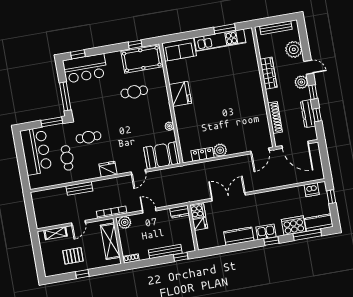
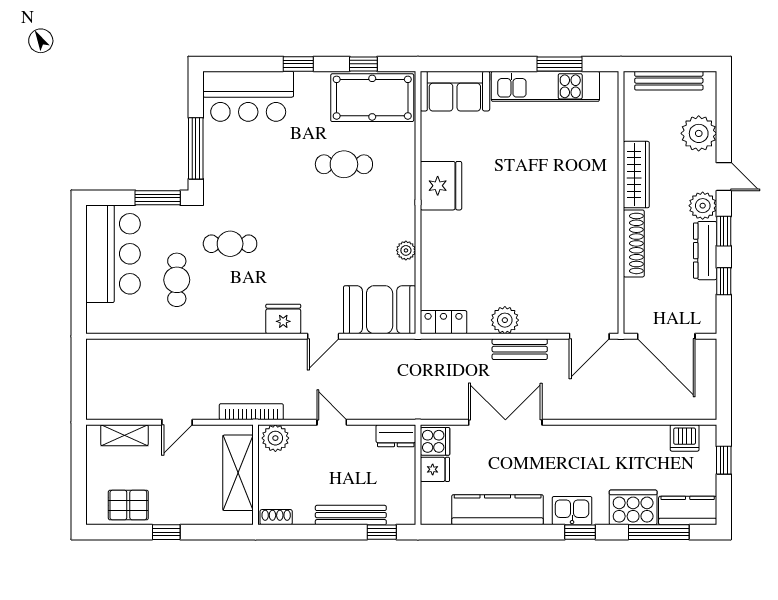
window: (78, 54) -> (298, 64), moved
dresser: (308, 114) -> (705, 251), moved
shoe rack: (275, 118) -> (634, 243), moved
locker: (203, 154) -> (443, 322), moved
fridge: (108, 169) -> (283, 319), moved
bench: (79, 188) -> (520, 349), moved
kitchen counter: (239, 236) -> (498, 510), width x1.50
pallet: (73, 256) -> (128, 505), moved

